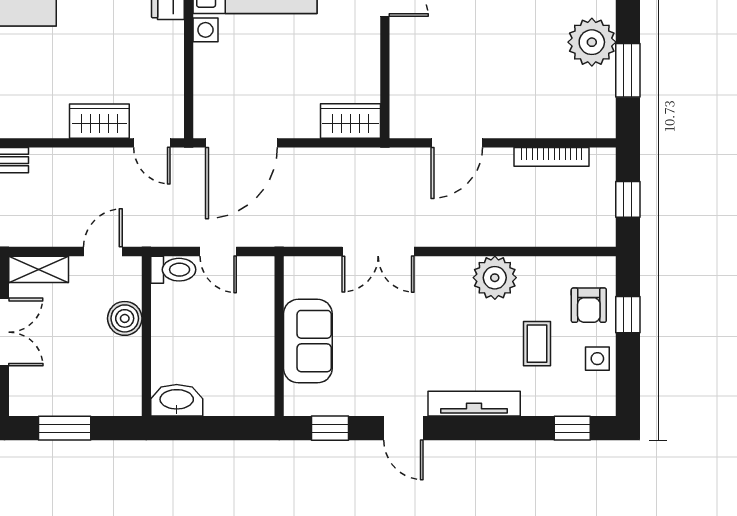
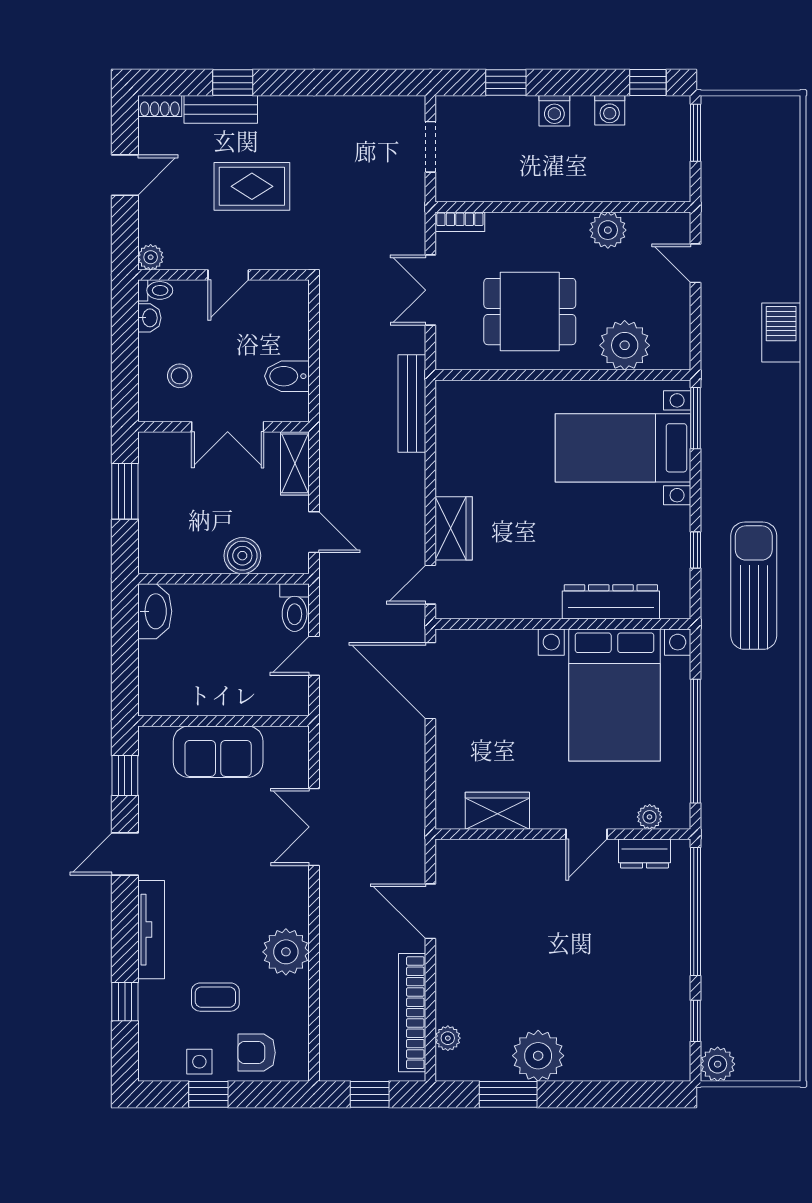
wardrobe: (350, 121) -> (497, 811), moved, turned -90
plant: (575, 127) -> (448, 1038), added
bookcase: (552, 157) -> (412, 1013), width x1.48, depth x1.31
window: (628, 315) -> (208, 1094), moved
window: (572, 428) -> (125, 1002), moved

